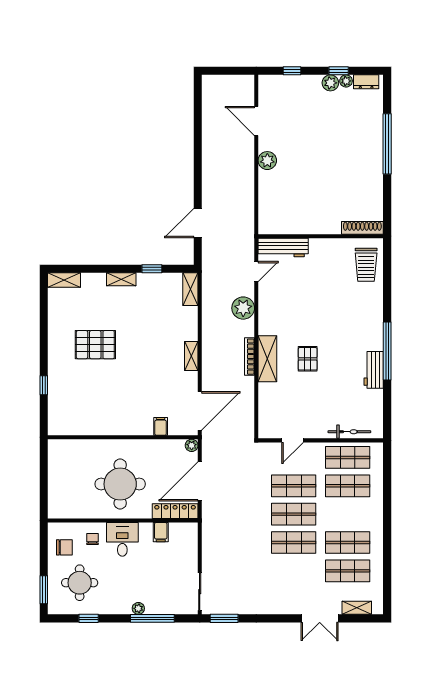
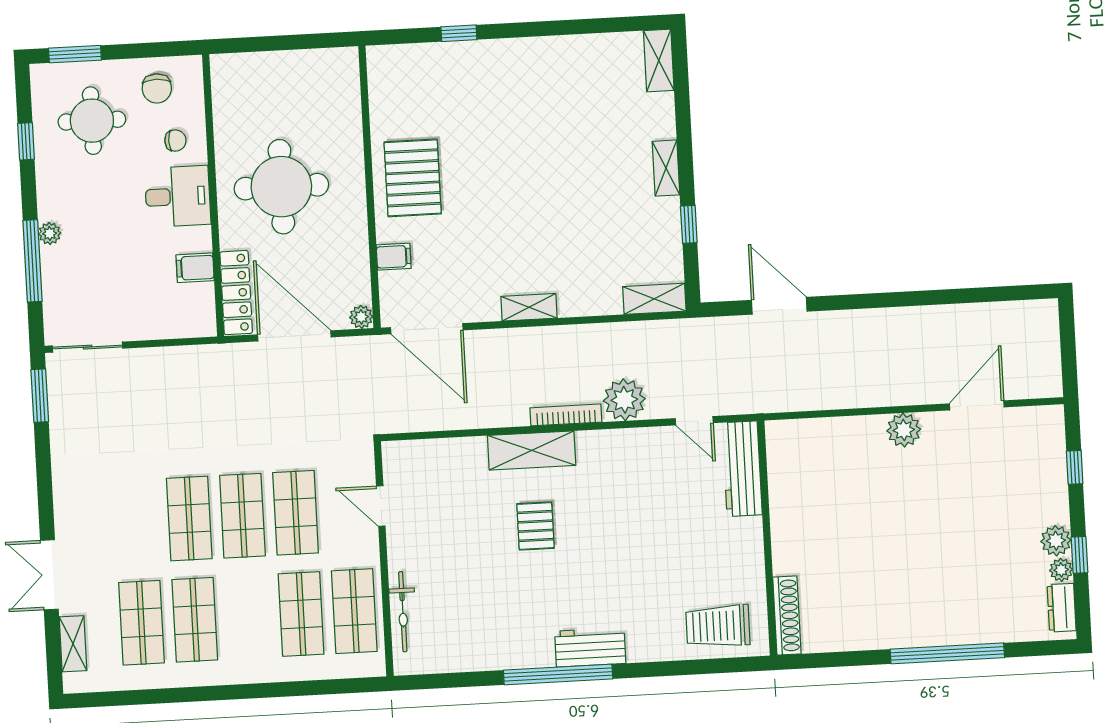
pallet: (95, 345) -> (413, 178), moved
bookcase: (250, 357) -> (566, 415), moved
pallet: (308, 359) -> (535, 526), turned 90
workbench: (374, 370) -> (590, 647), moved

